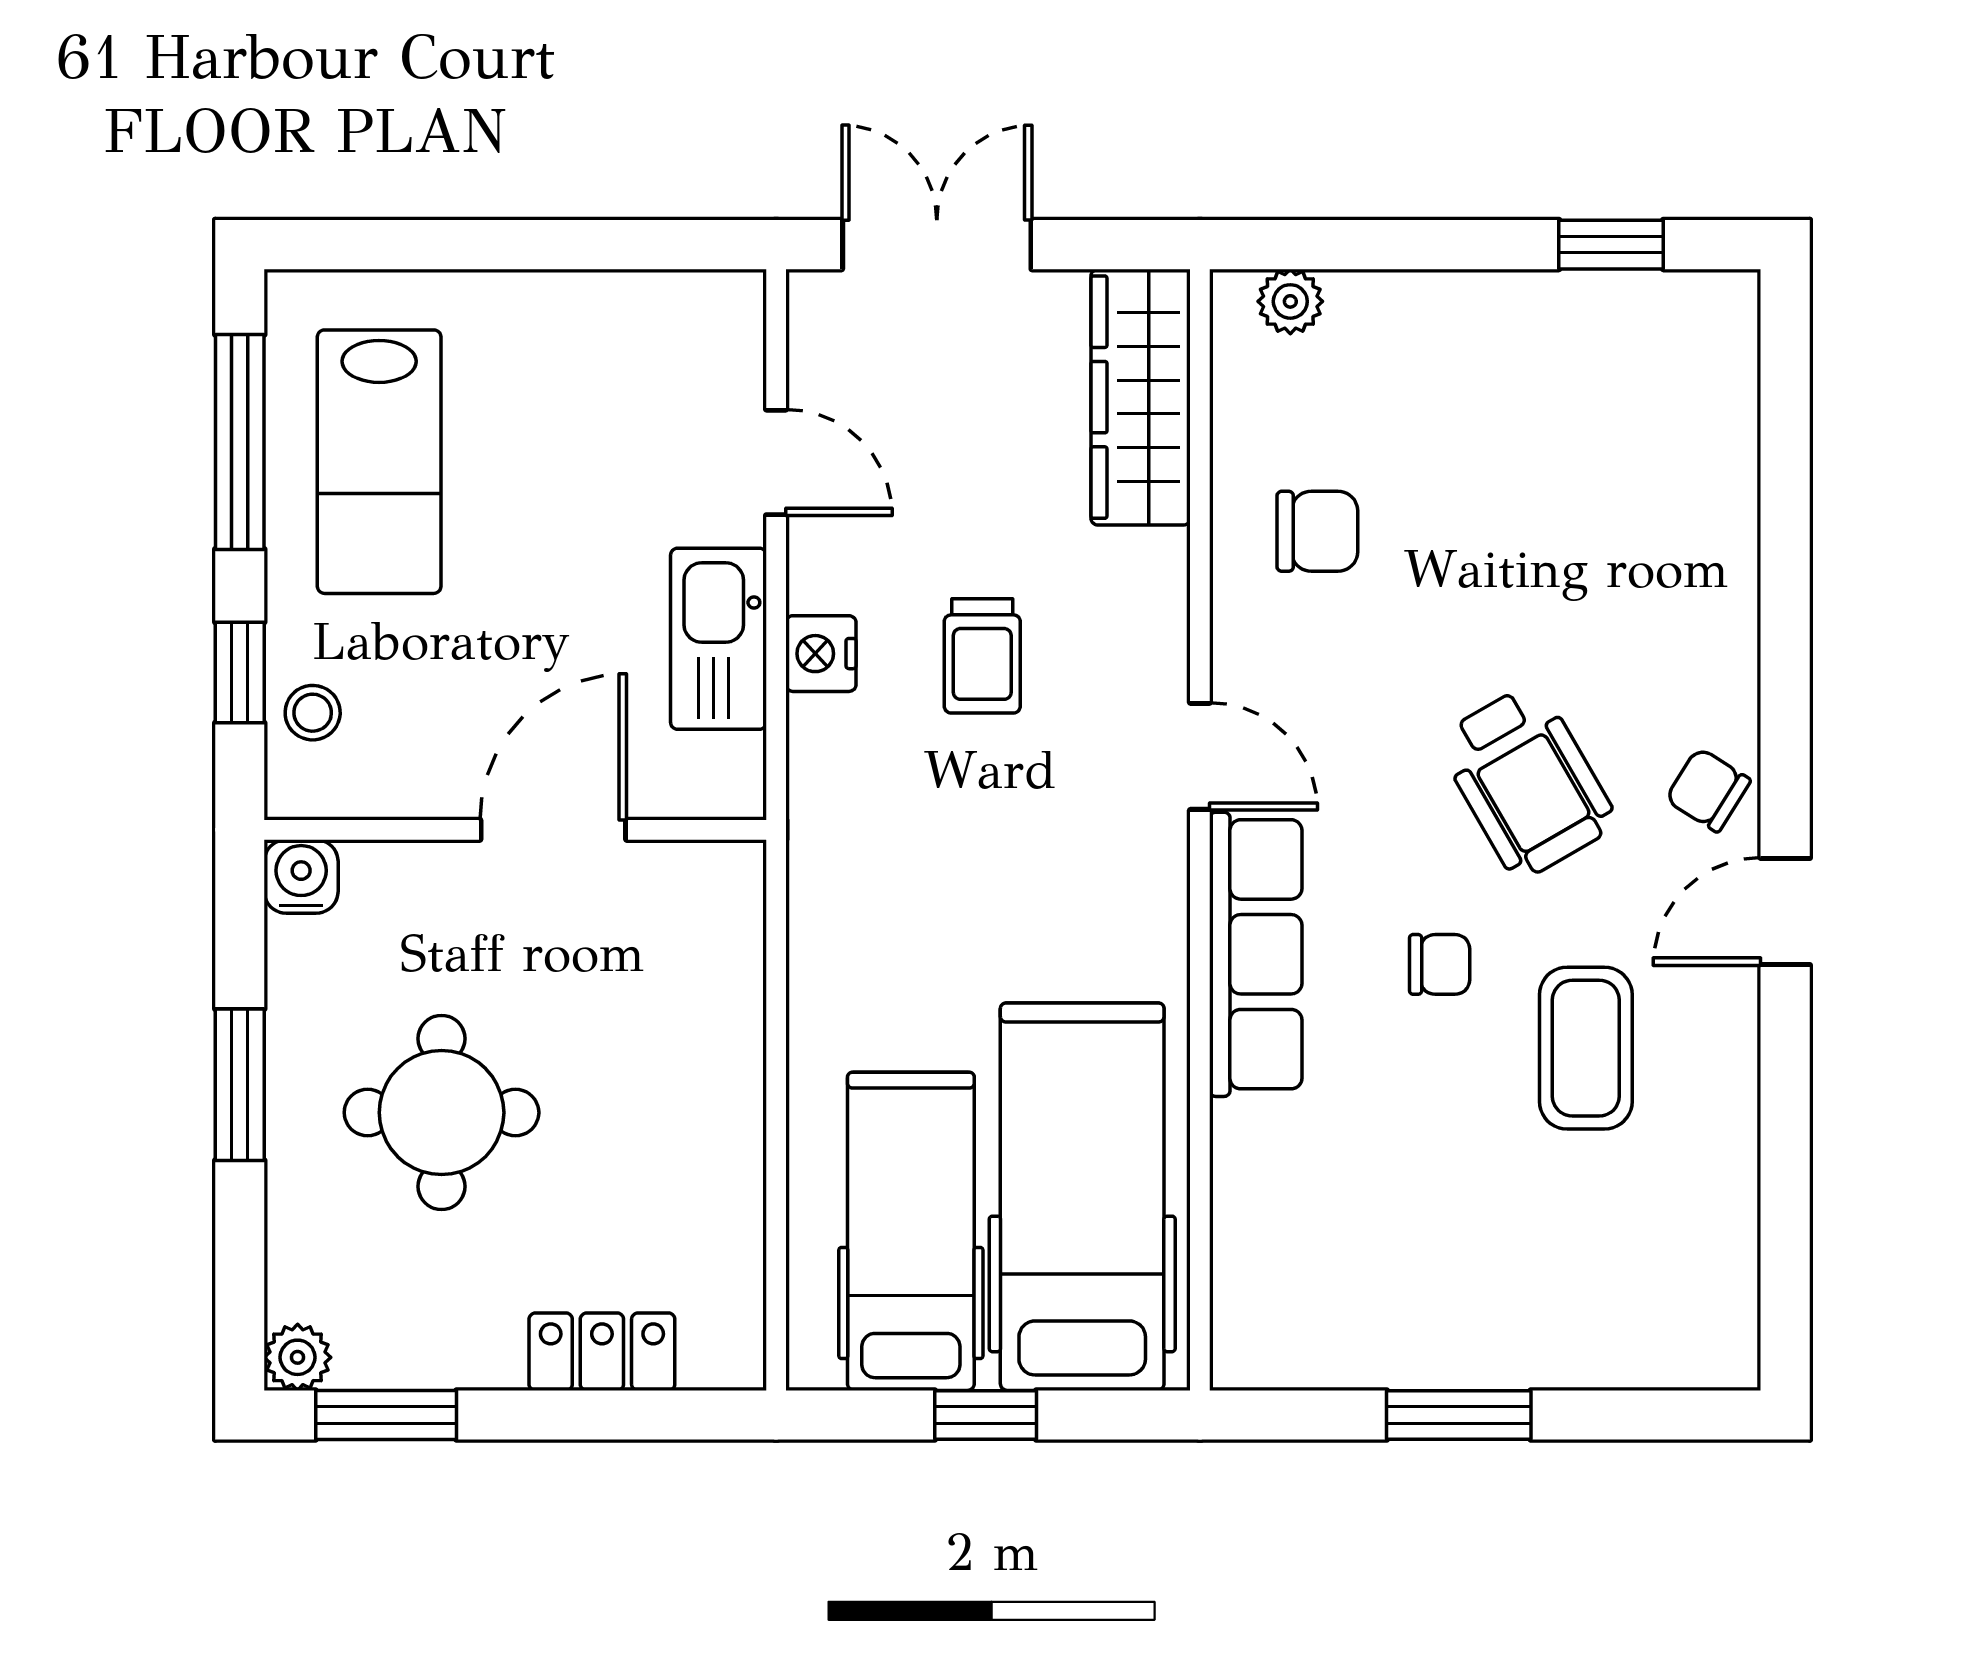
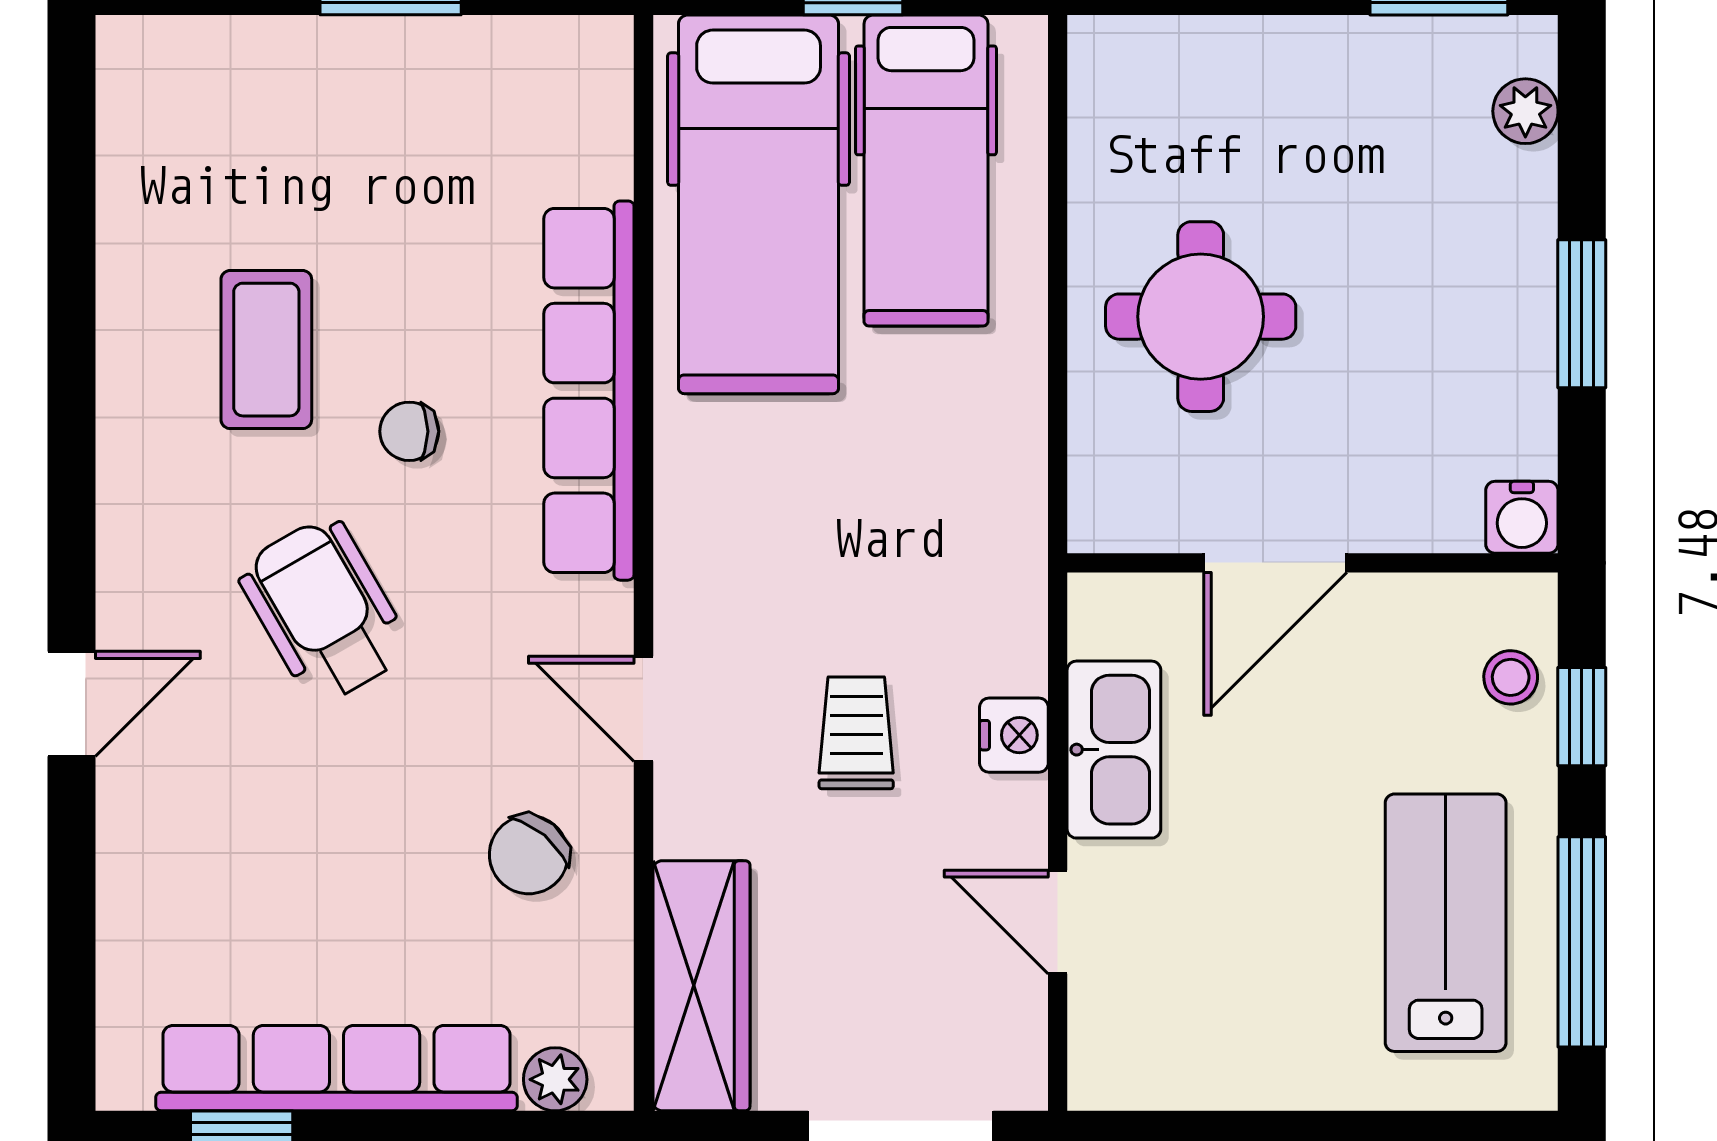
row of seats: (1514, 313) -> (337, 1068), added
chair: (1317, 531) -> (529, 855), turned -50
door: (1200, 756) -> (643, 709), moved
chair: (1708, 790) -> (147, 602), removed
door: (1785, 912) -> (72, 704), moved
row of seats: (1256, 954) -> (589, 391), width x1.36
round table: (442, 1113) -> (1201, 317), moved
locker: (602, 1352) -> (1228, 53), removed
plant: (298, 1357) -> (1525, 111), moved

